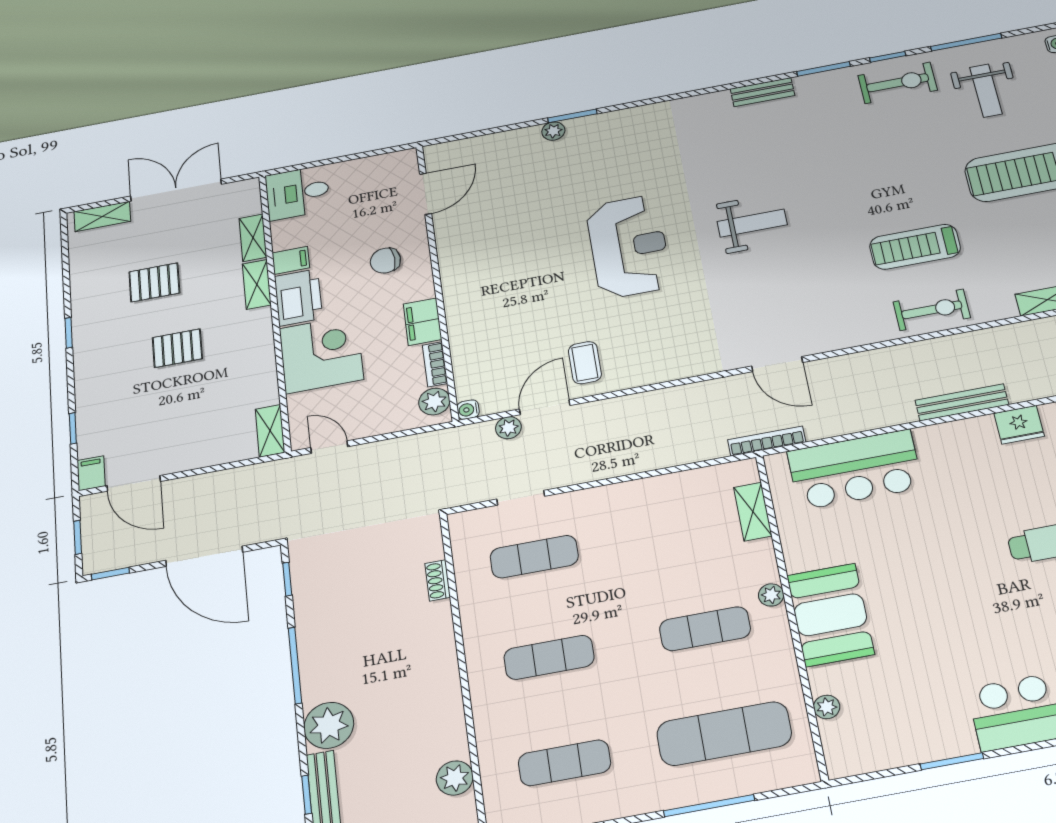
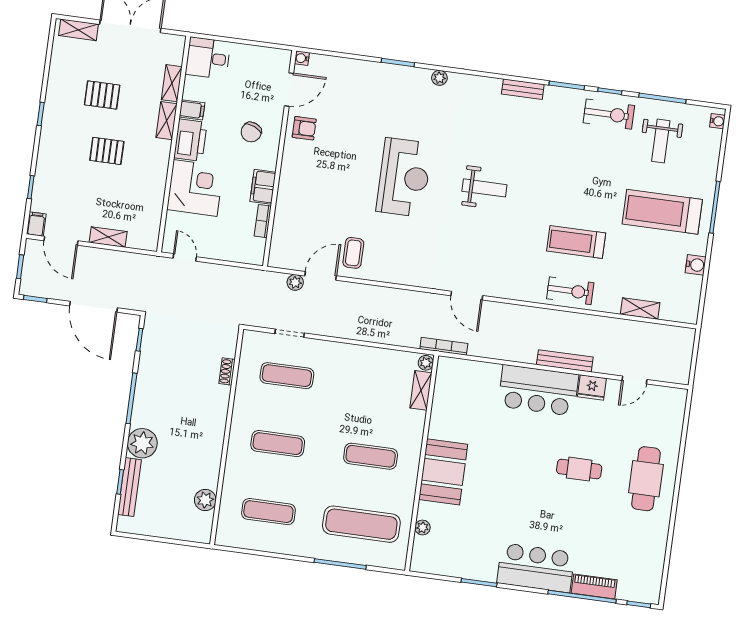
plant: (553, 131) -> (439, 78), moved
armchair: (462, 232) -> (304, 128), added
chair: (385, 261) -> (251, 132), turned -63
plant: (434, 402) -> (256, 248), removed
water cooler: (468, 410) -> (302, 58), moved
shelving: (270, 431) -> (108, 237), moved, turned 90
bar counter: (855, 470) -> (538, 390), moved
plant: (771, 595) -> (426, 363), moved

